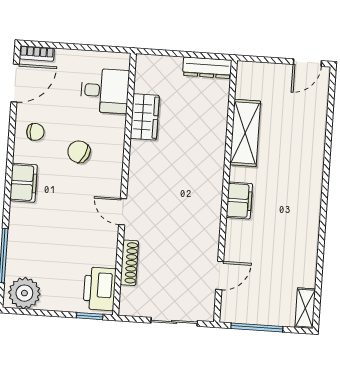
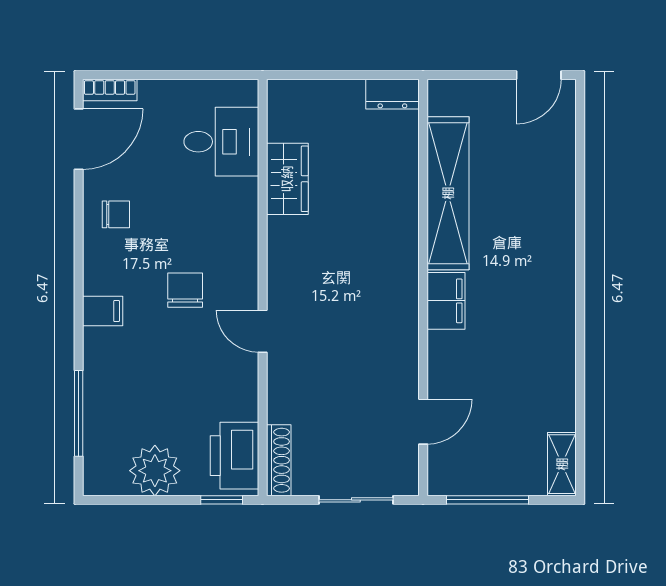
dresser: (207, 68) -> (392, 94), width x0.70
shelving: (245, 133) -> (448, 193), width x1.47
chair: (79, 152) -> (185, 290), moved, turned 65
filing cabinet: (24, 183) -> (103, 311), width x0.50
shoe rack: (129, 263) -> (279, 460), moved
plant: (24, 293) -> (155, 471), moved

